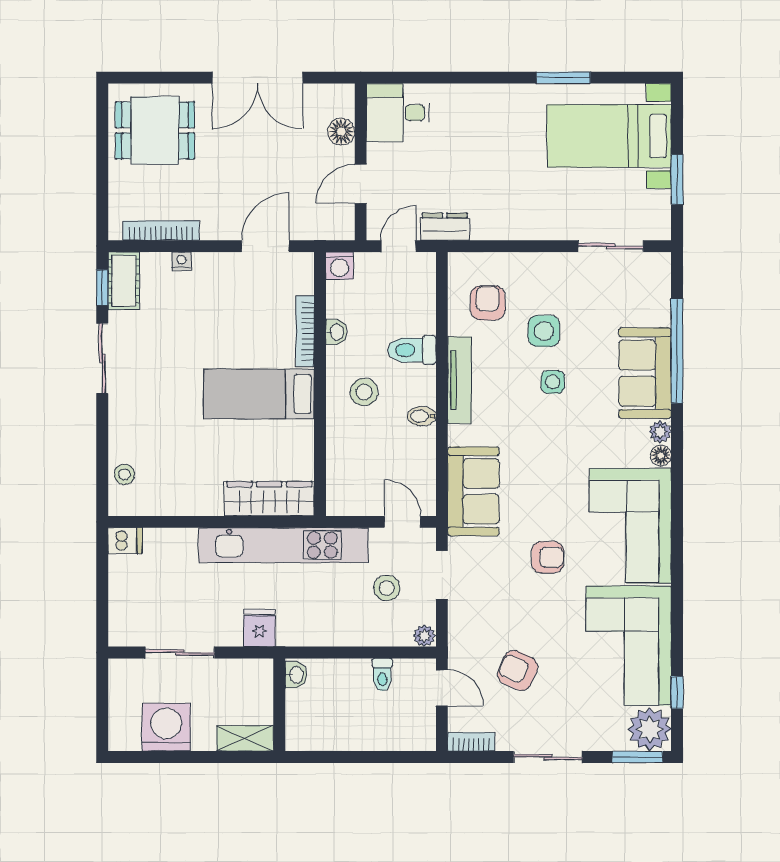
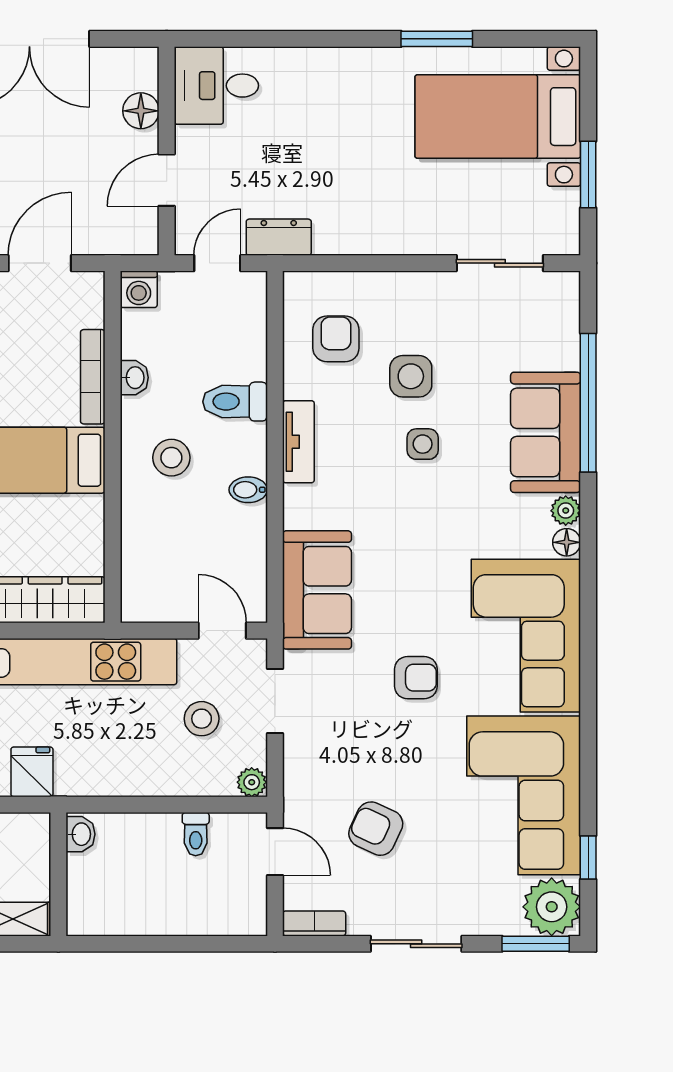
tv unit: (459, 380) -> (298, 442), width x0.71

